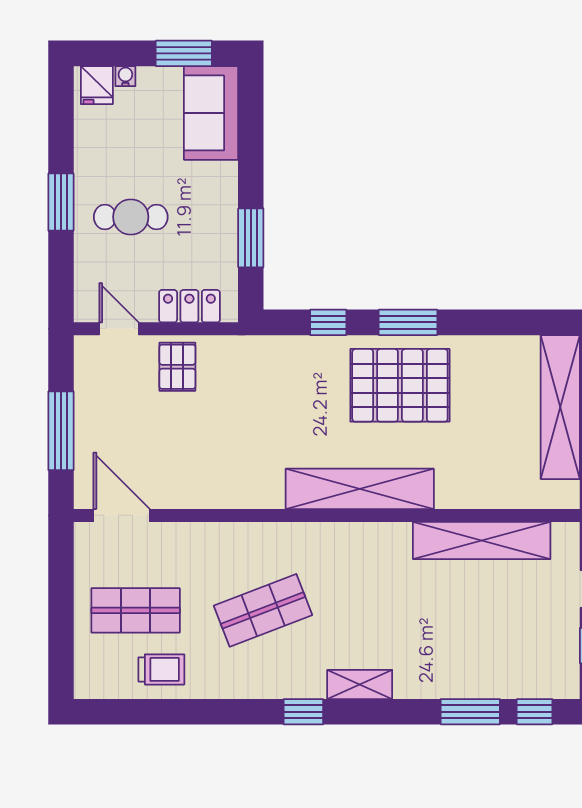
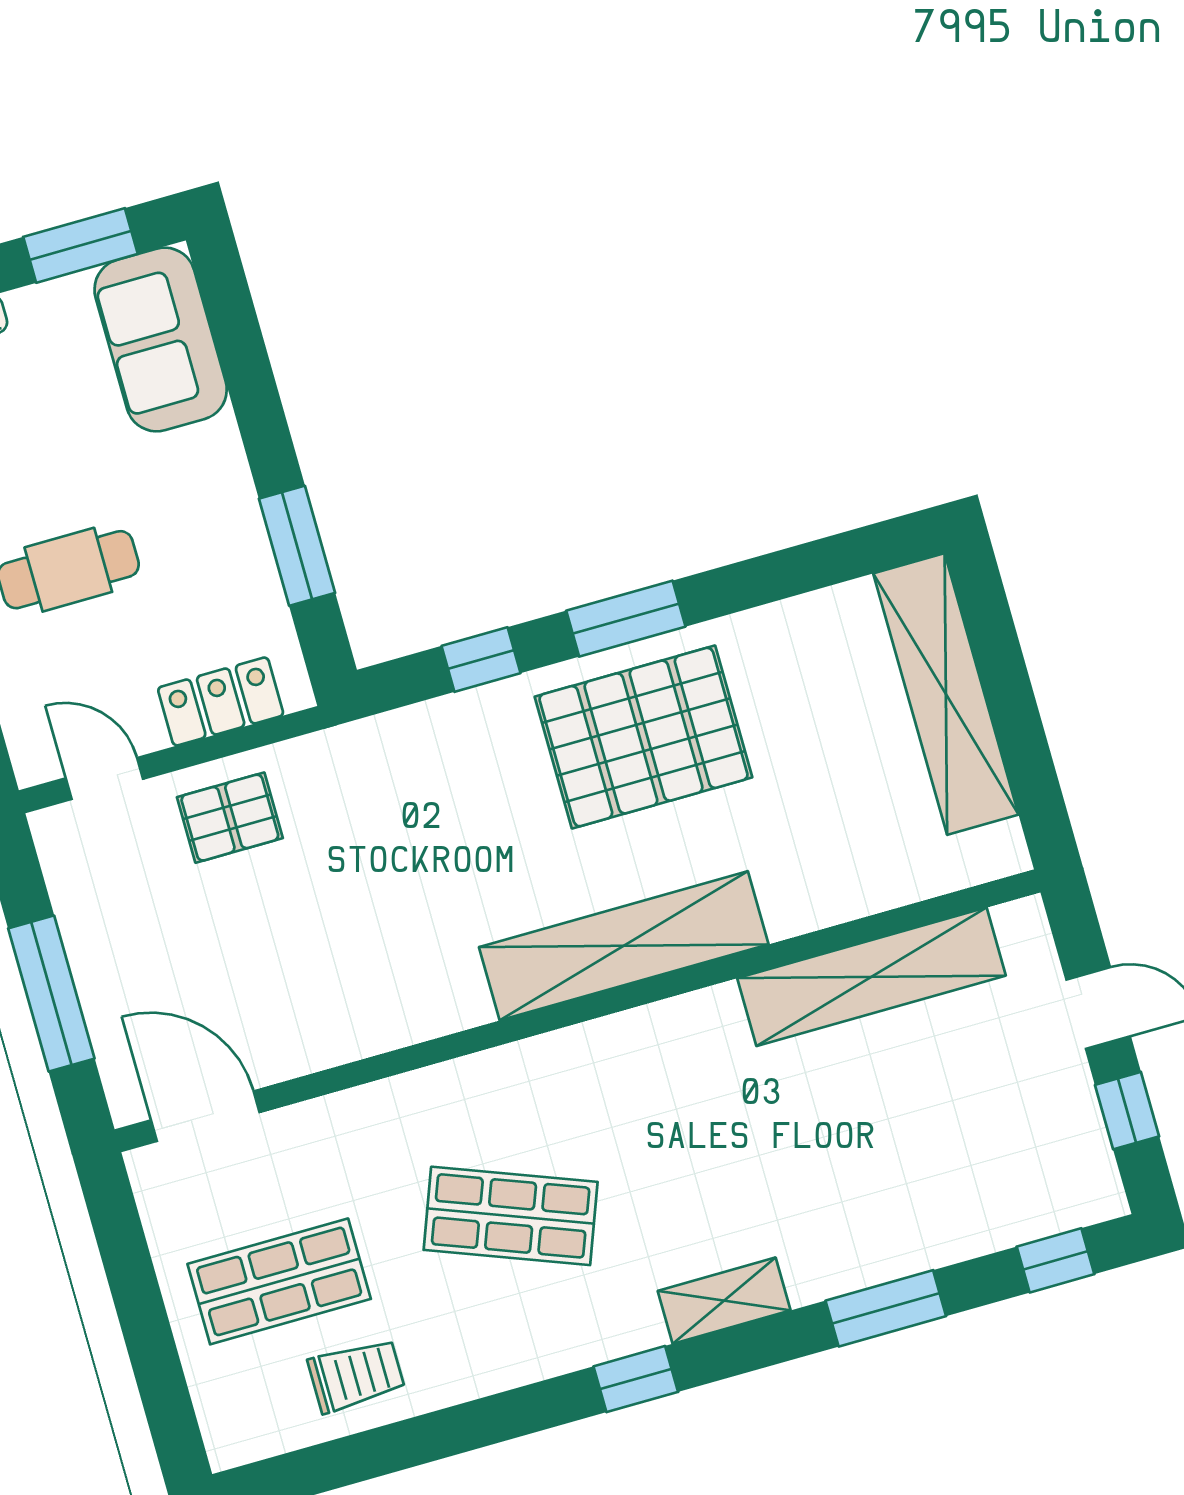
pallet: (177, 367) -> (230, 818), turned 90
shop shelf: (263, 610) -> (511, 1216), turned 42
window: (470, 712) -> (886, 1308), moved

